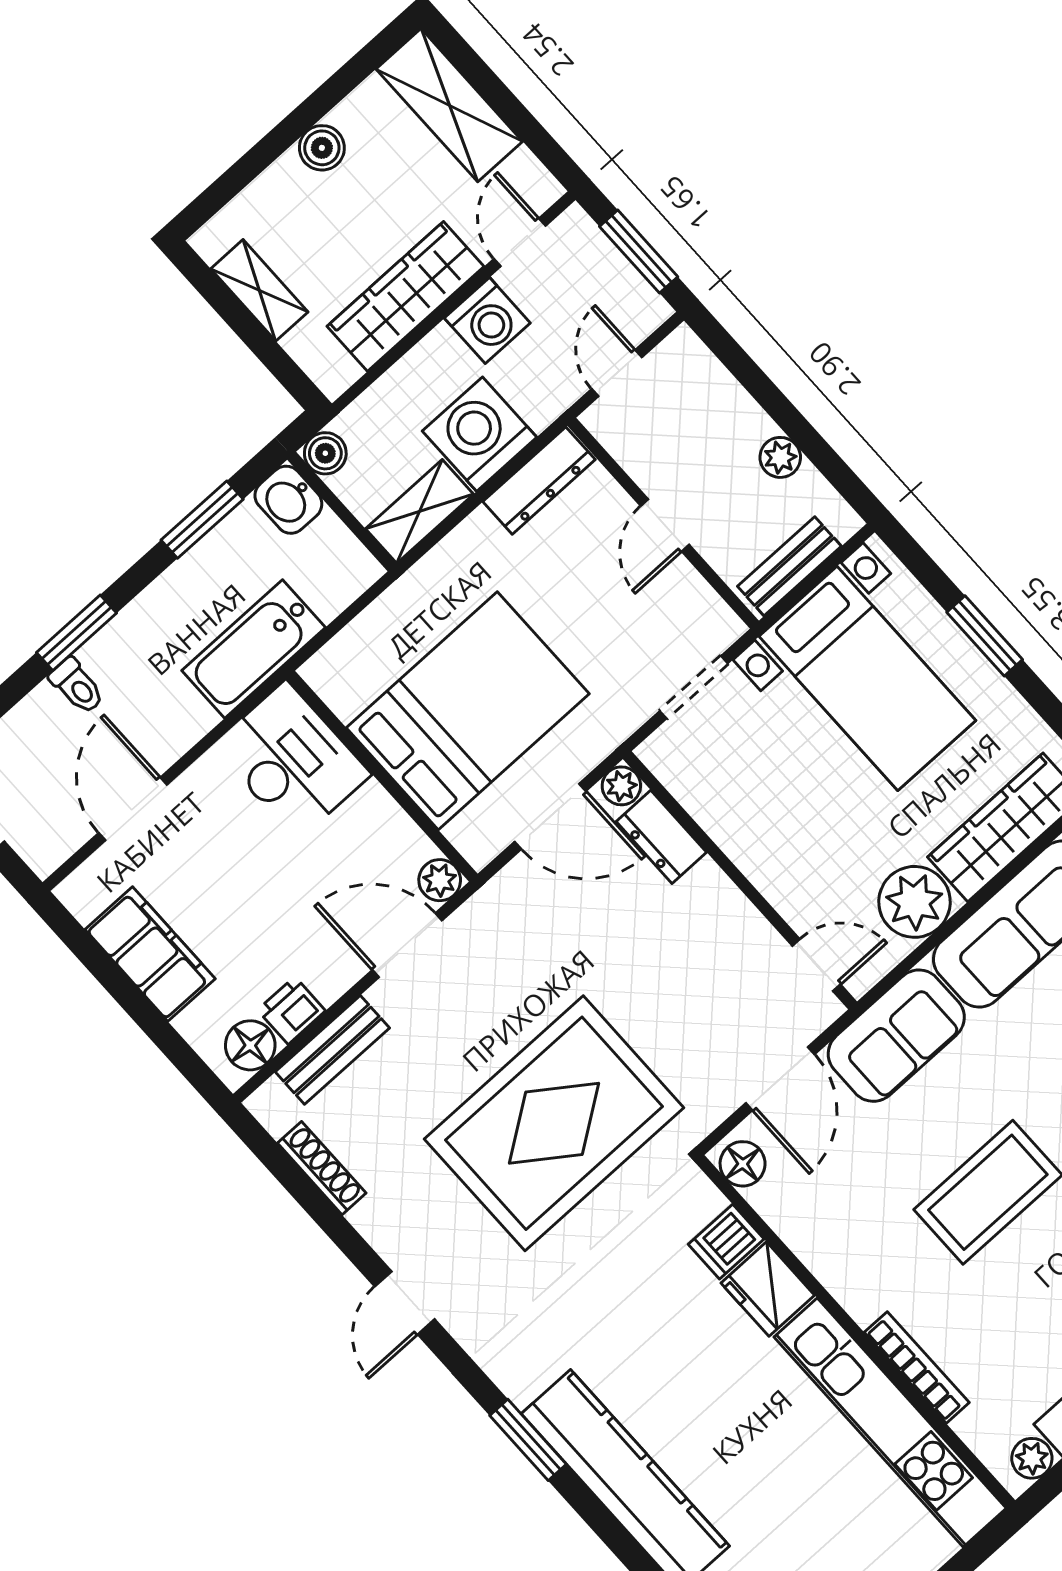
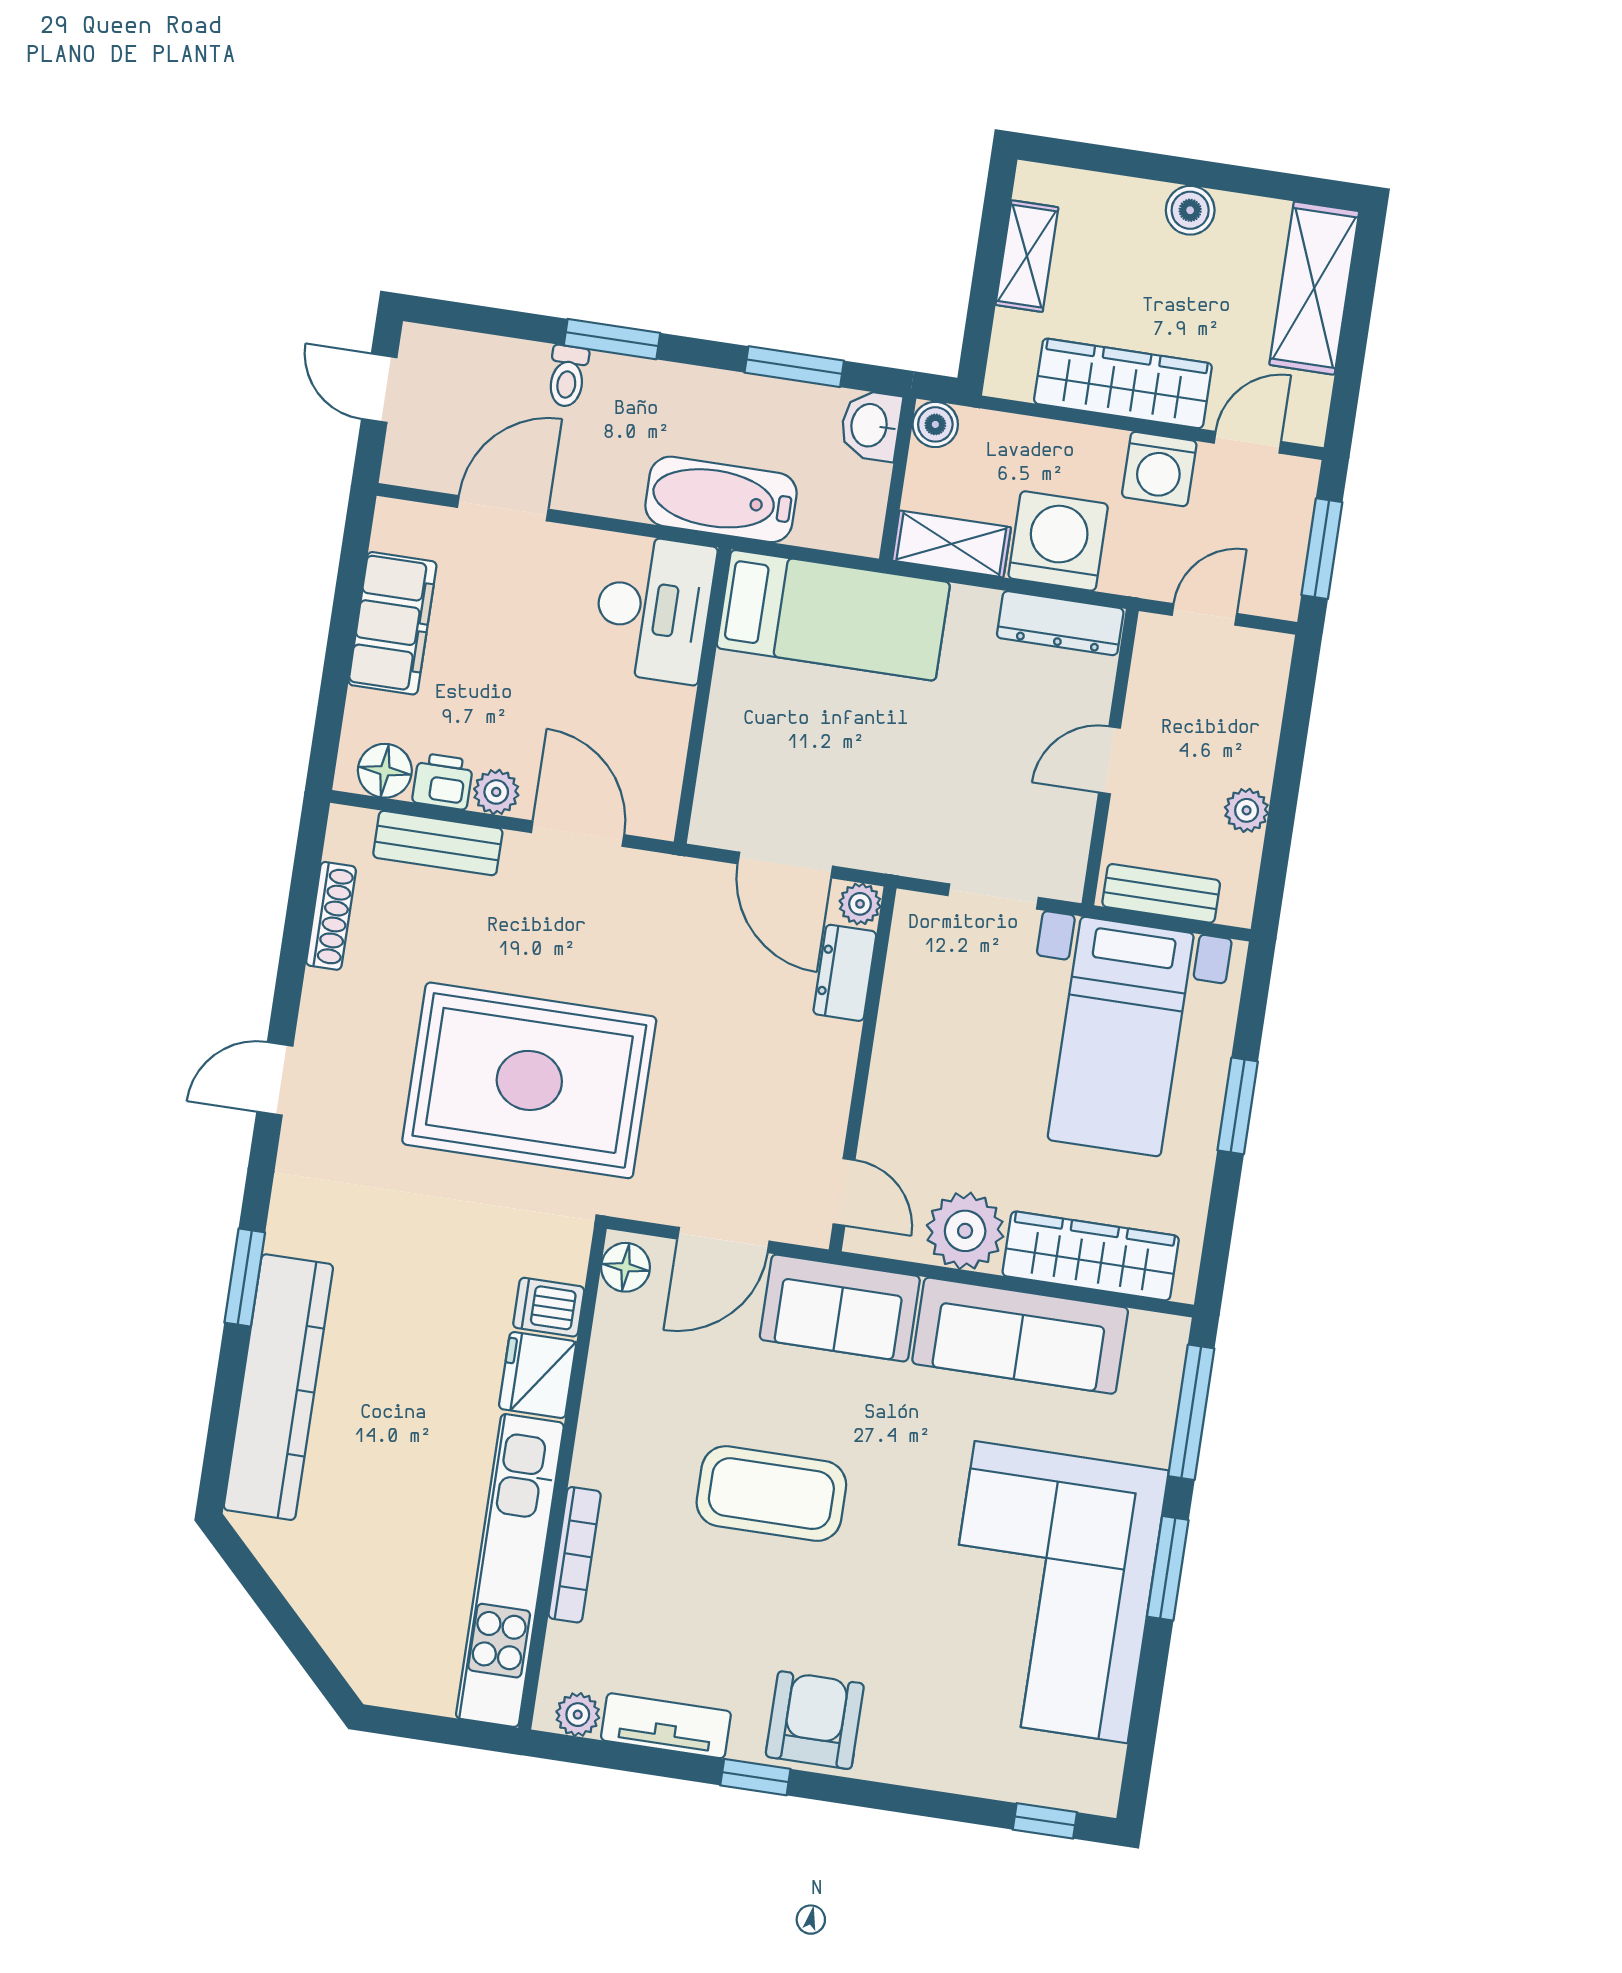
bed: (468, 711) -> (833, 615), moved, width x0.67
plant: (440, 880) -> (496, 792), moved

